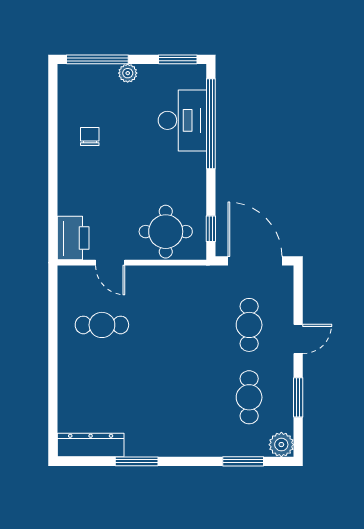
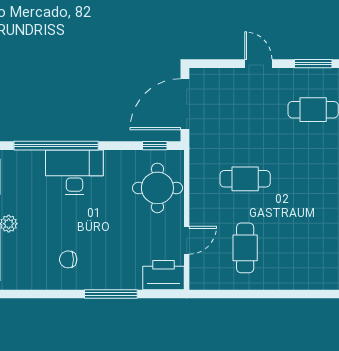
desk: (182, 120) -> (74, 172), moved
window: (53, 182) -> (111, 294), added
cafe table: (249, 325) -> (245, 179), moved

